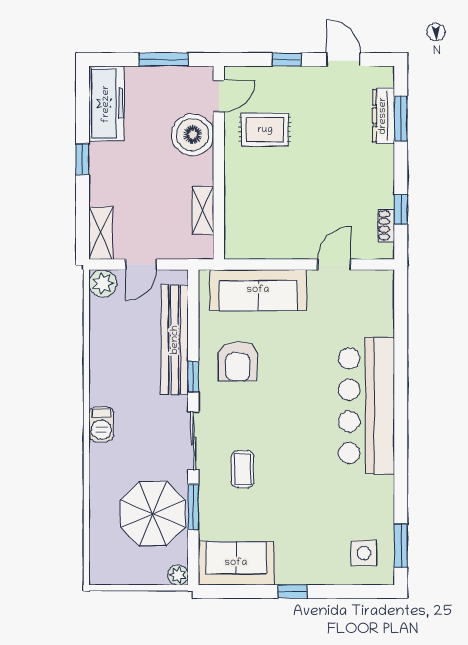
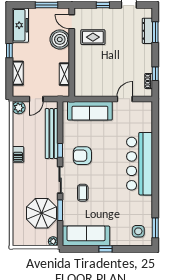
door: (219, 96) -> (72, 22), swing flipped
shelving: (101, 233) -> (18, 73), moved
armchair: (238, 361) -> (82, 156), moved, turned 90
barbecue: (101, 424) -> (18, 154), moved
sofa: (236, 563) -> (86, 236), width x1.36

